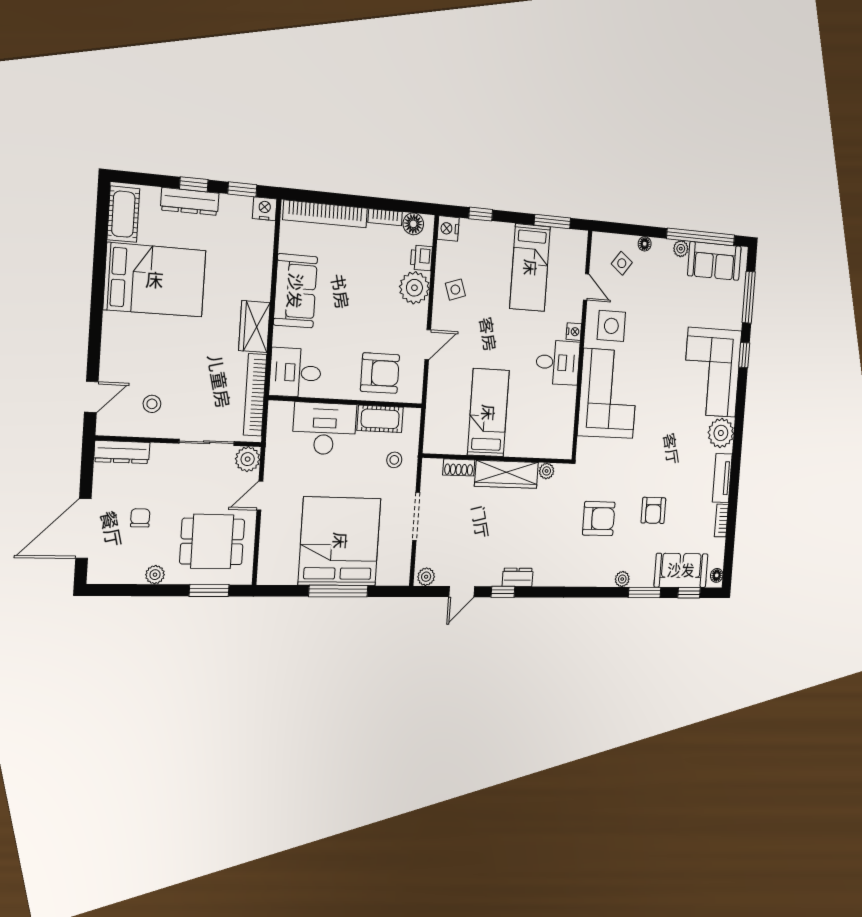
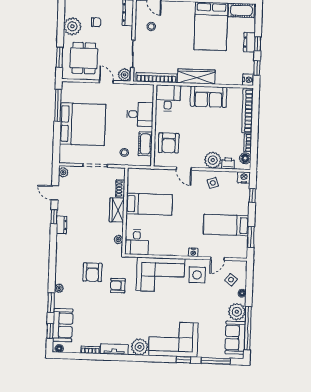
dresser: (190, 201) -> (249, 42), width x0.70
plant: (681, 249) -> (237, 312), width x1.88, depth x1.88
wardrobe: (254, 327) -> (196, 76), width x1.50
desk: (558, 362) -> (137, 242), moved
desk: (324, 429) -> (140, 114), width x0.73
wardrobe: (507, 474) -> (117, 210), width x0.67
armchair: (653, 510) -> (118, 286), moved
plant: (155, 575) -> (72, 26), width x1.87, depth x1.87
window: (338, 591) -> (58, 105), moved

